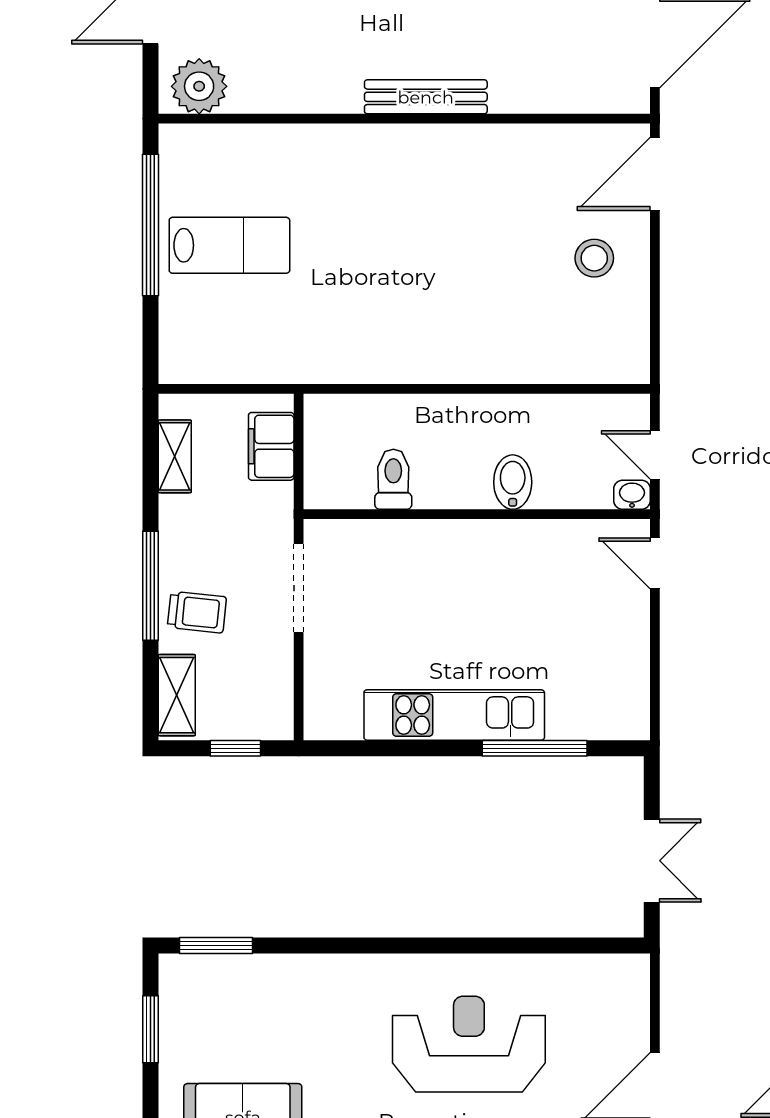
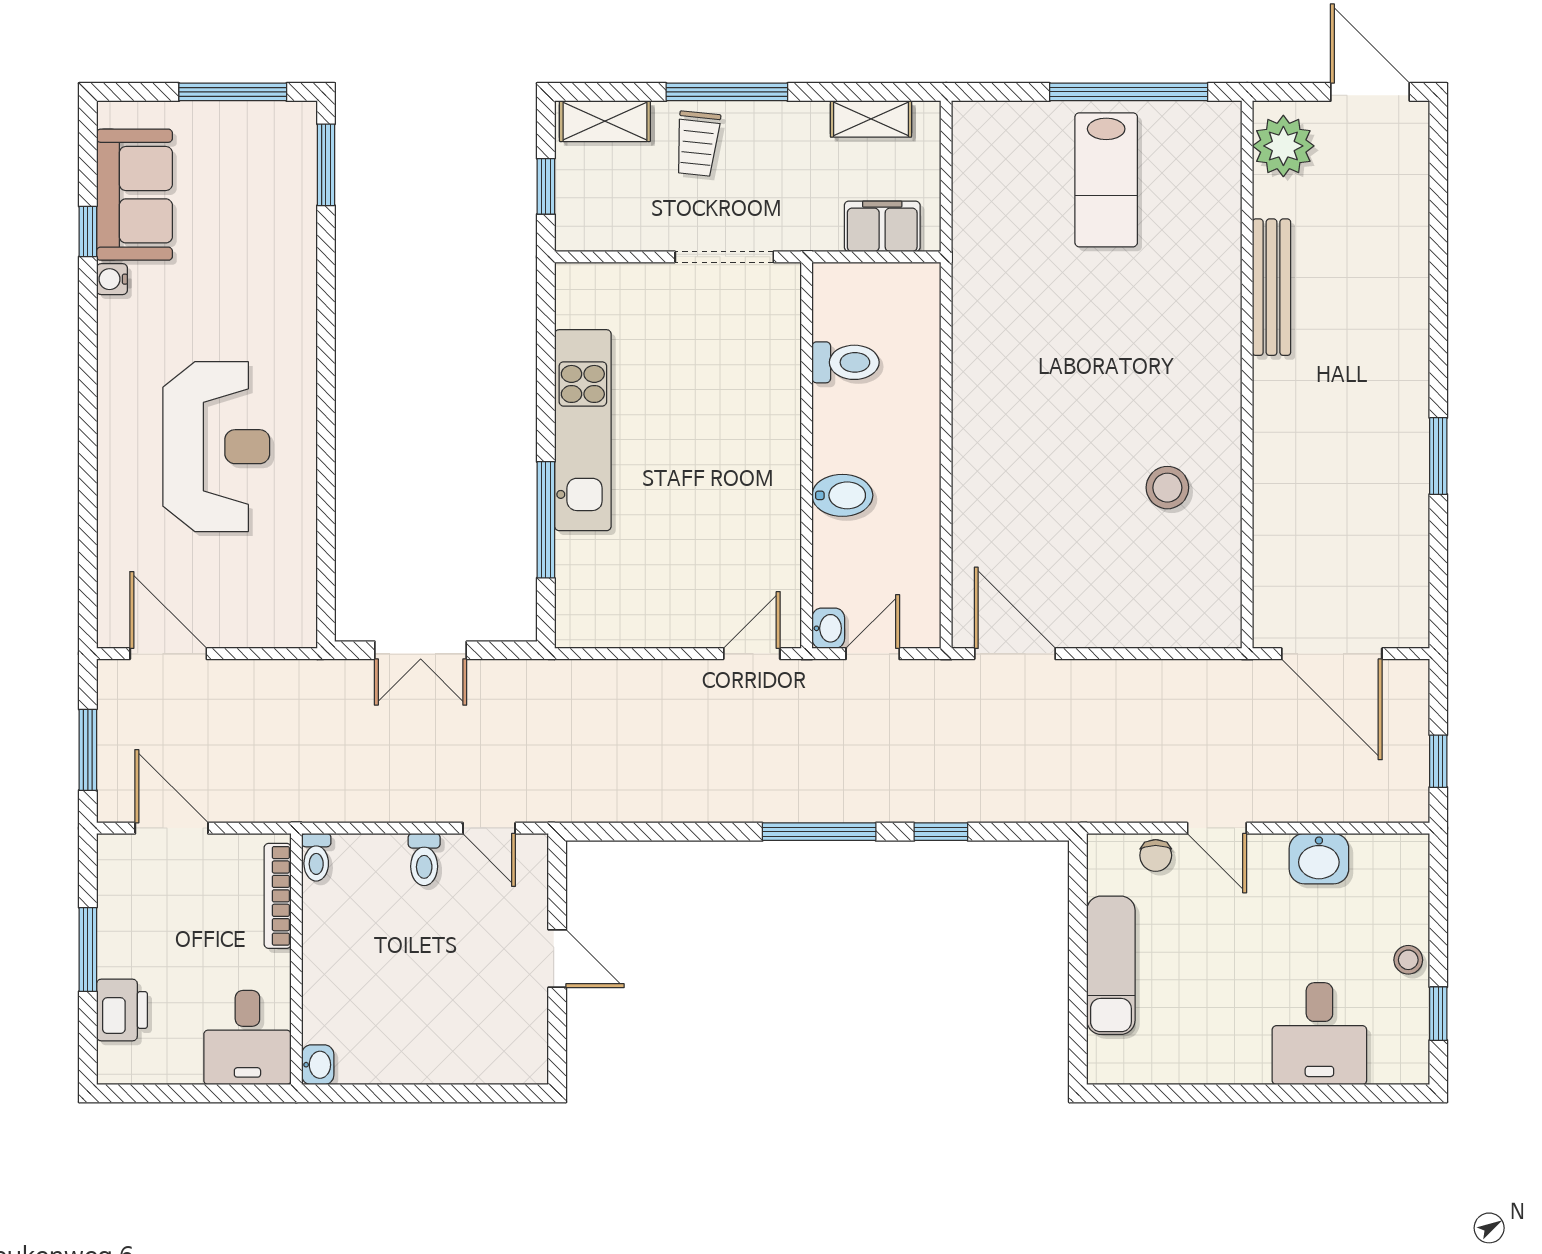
bench: (426, 97) -> (1272, 287), moved
door: (655, 174) -> (1015, 654), moved
stool: (594, 258) -> (1167, 488), moved
window: (151, 1029) -> (233, 92), width x1.44

